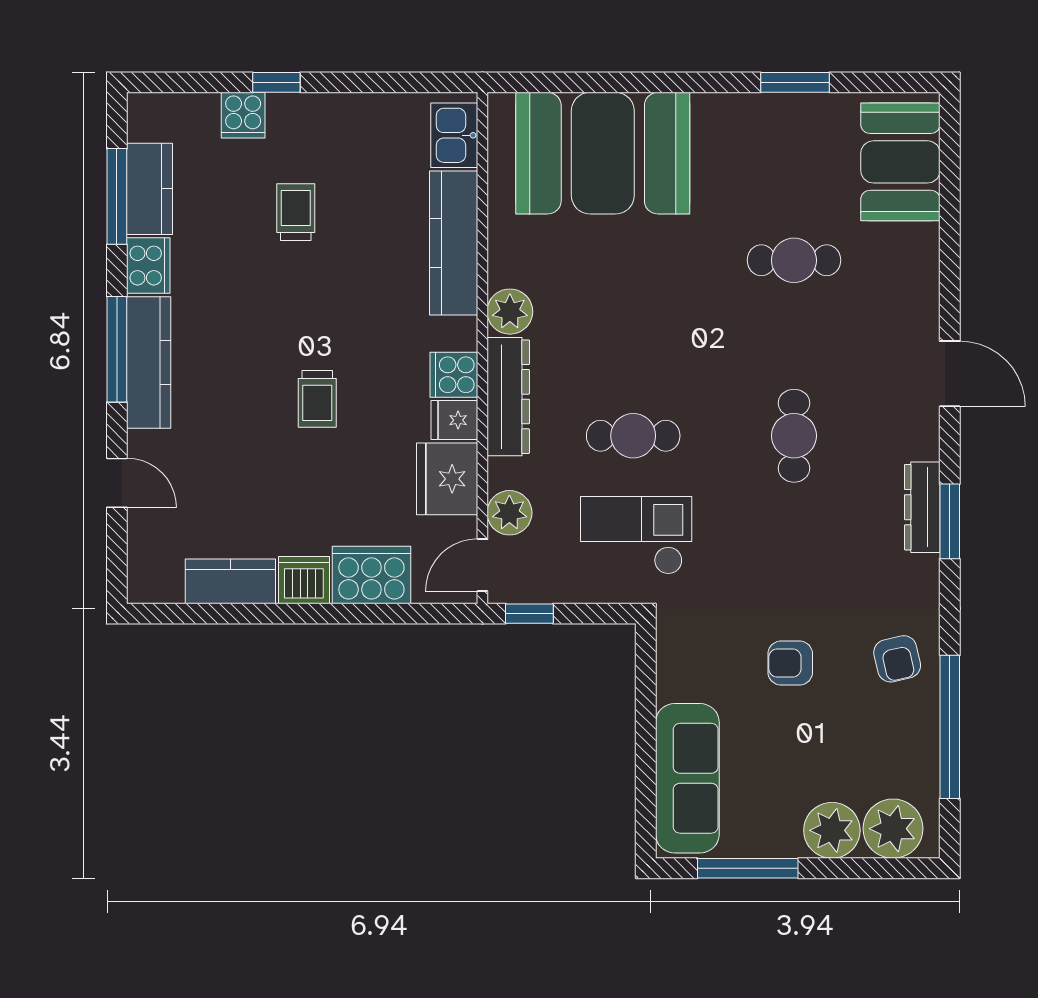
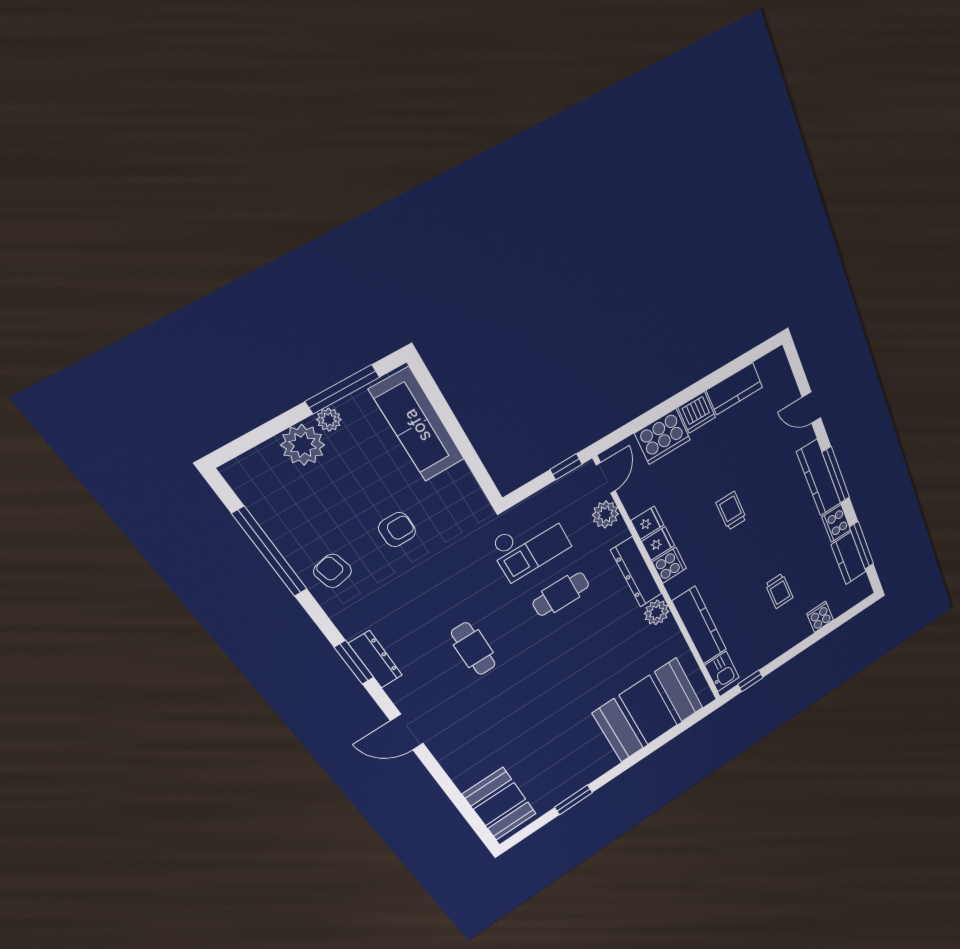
window: (276, 82) -> (750, 681), moved
cafe table: (794, 260) -> (526, 728), removed
fridge: (447, 479) -> (647, 523), width x0.53, depth x0.75
plant: (893, 829) -> (329, 420), moved, width x0.53, depth x0.53

